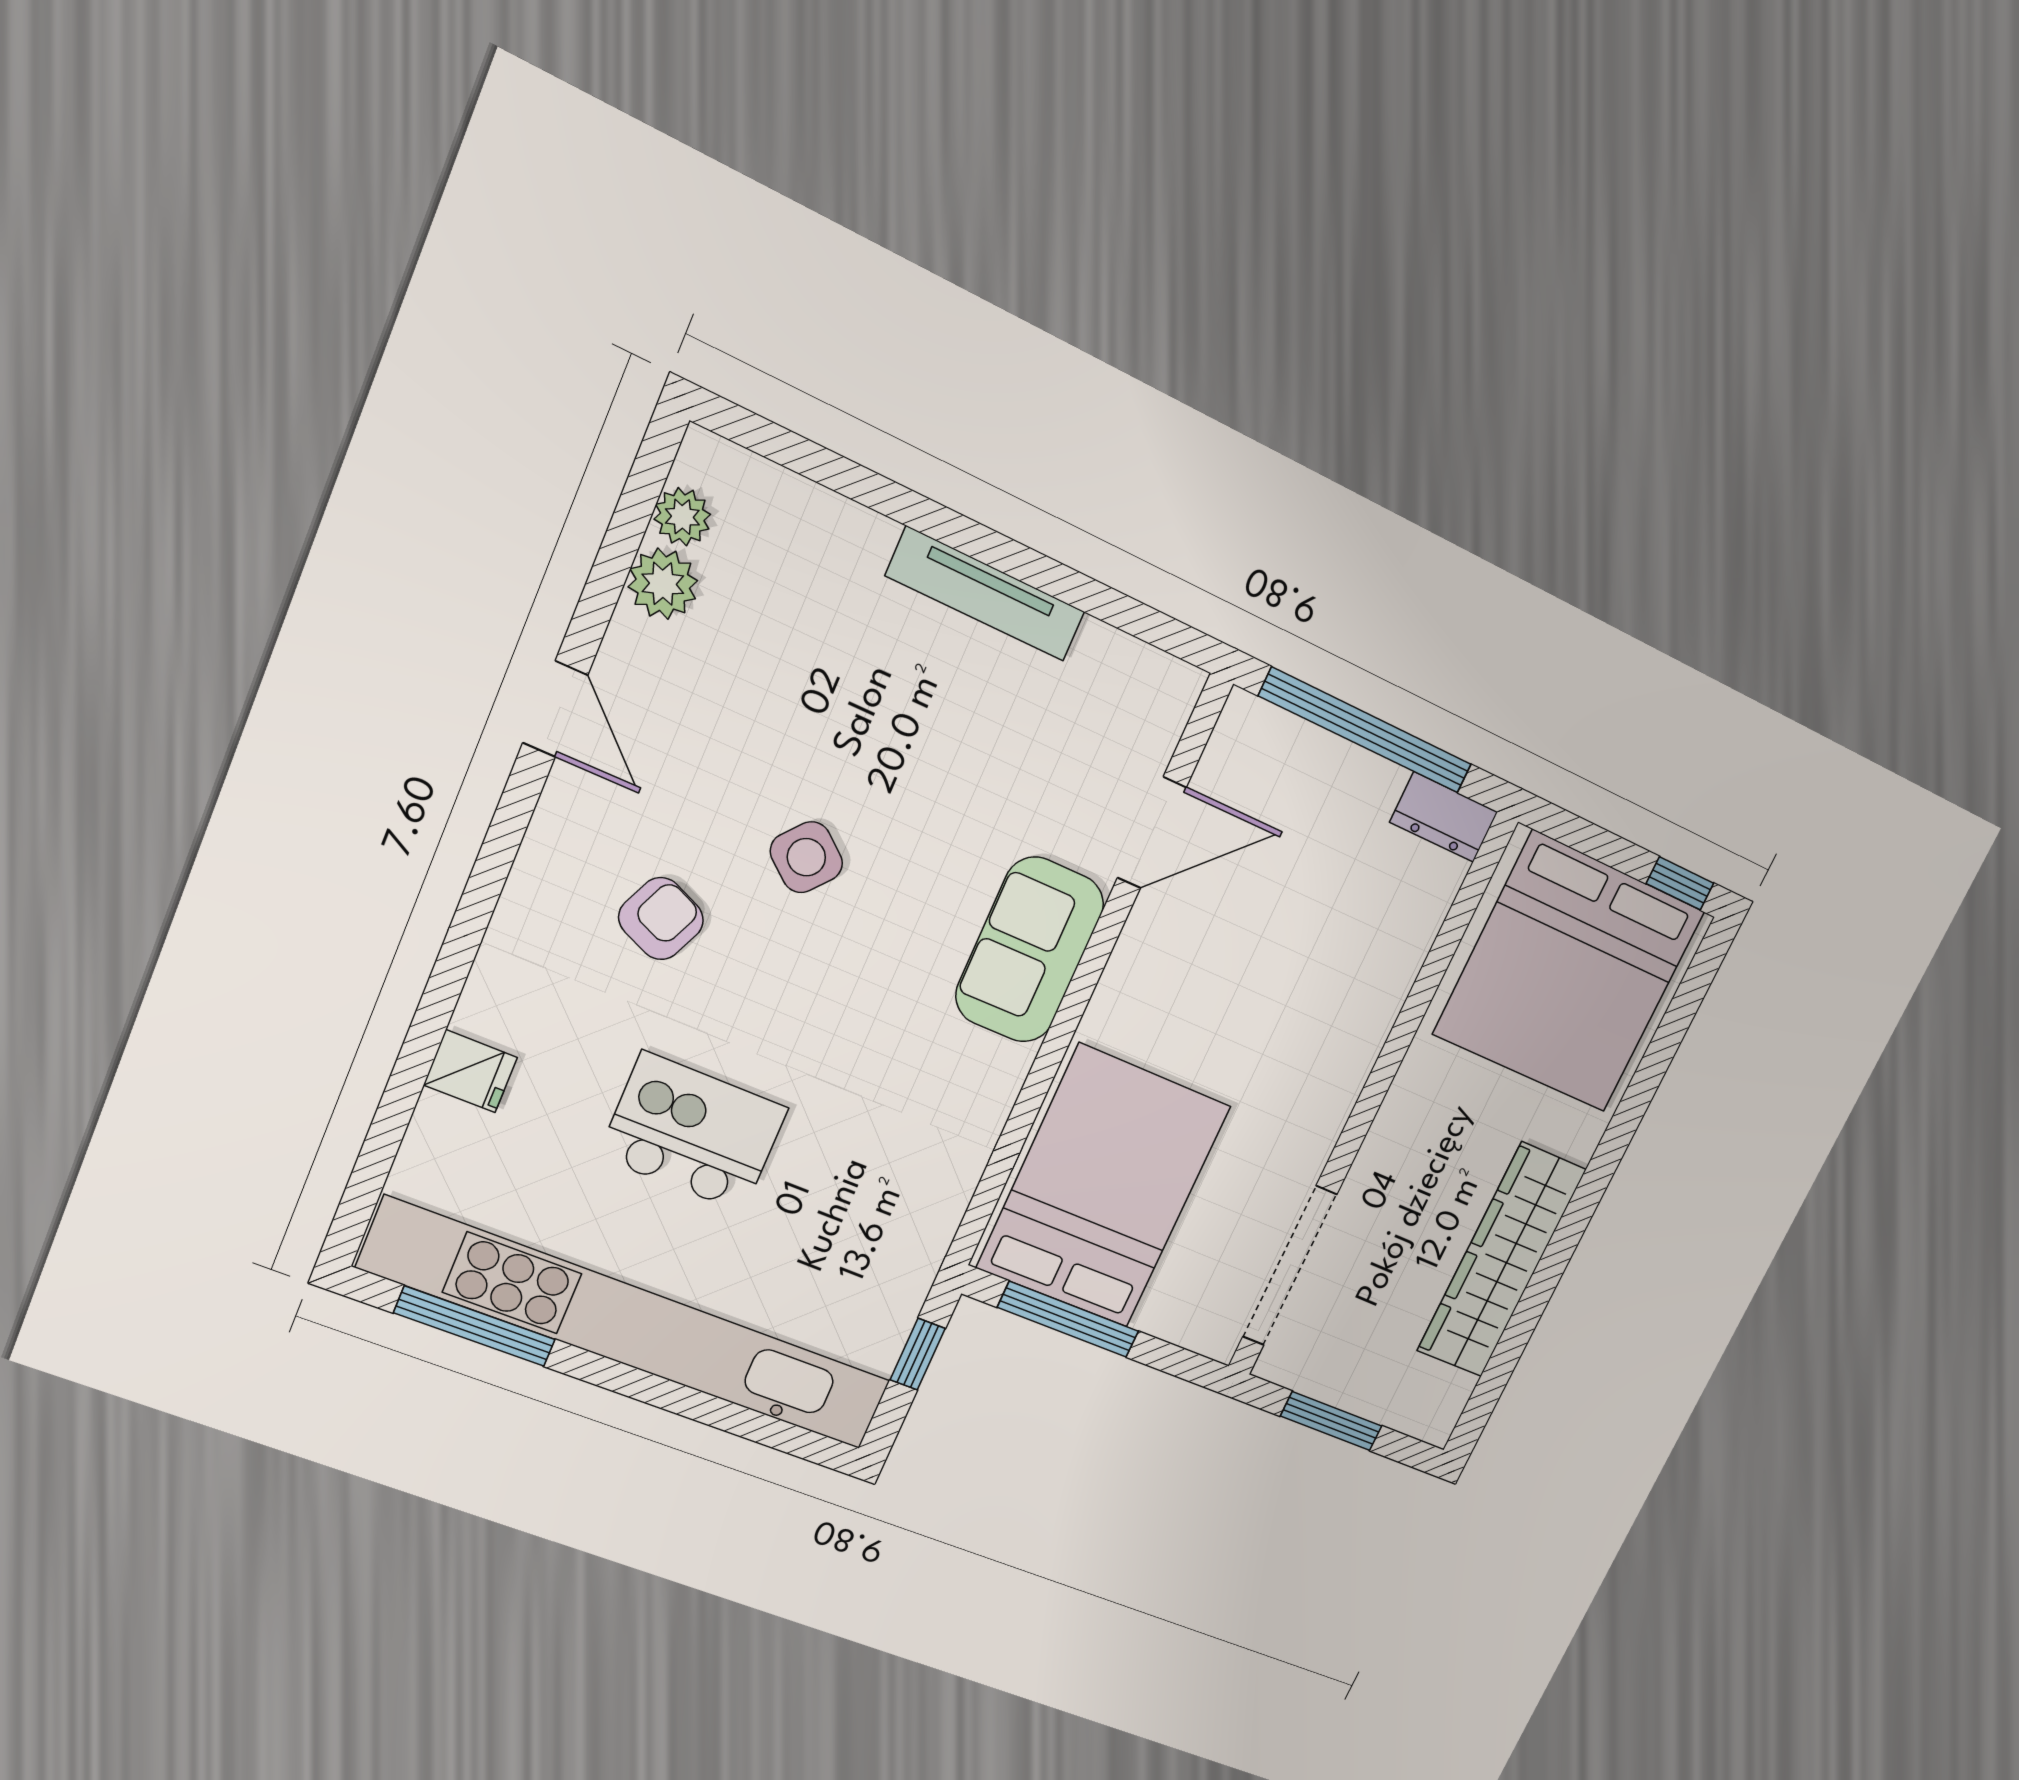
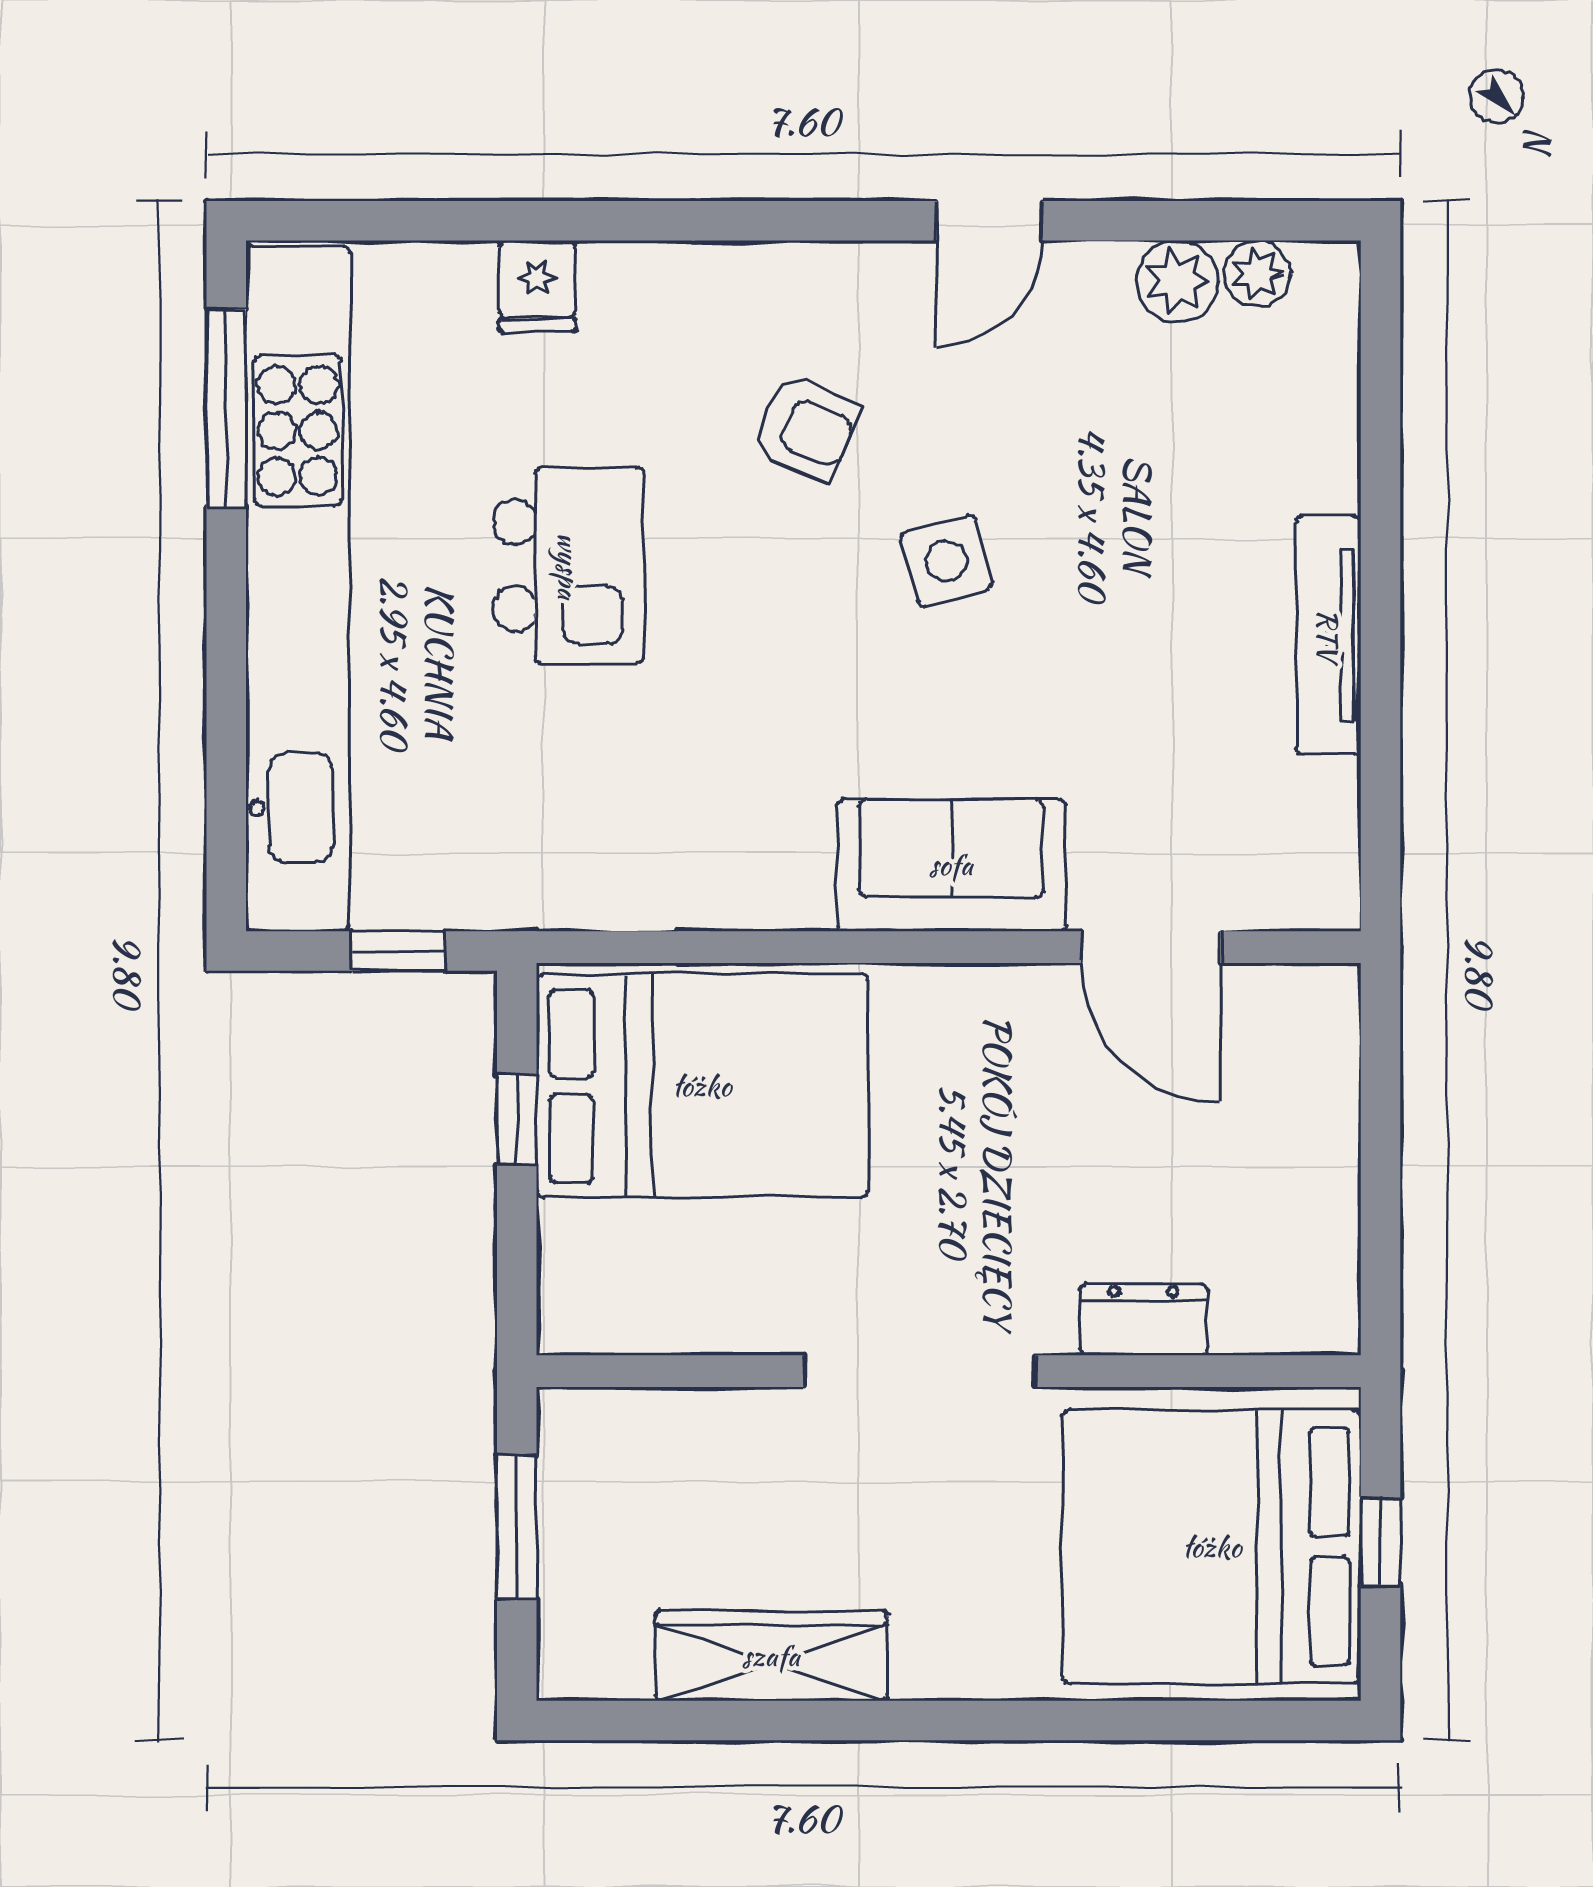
window: (1366, 730) -> (1380, 1146), removed
dresser: (1444, 817) -> (1144, 1320), moved, turned 90
side table: (806, 857) -> (947, 561), turned 35
window: (1680, 883) -> (1380, 1542), moved
wardrobe: (1501, 1261) -> (771, 1656), width x0.71, depth x0.85
doorway: (1290, 1266) -> (919, 1371), moved
window: (1068, 1319) -> (517, 1120), width x0.46

